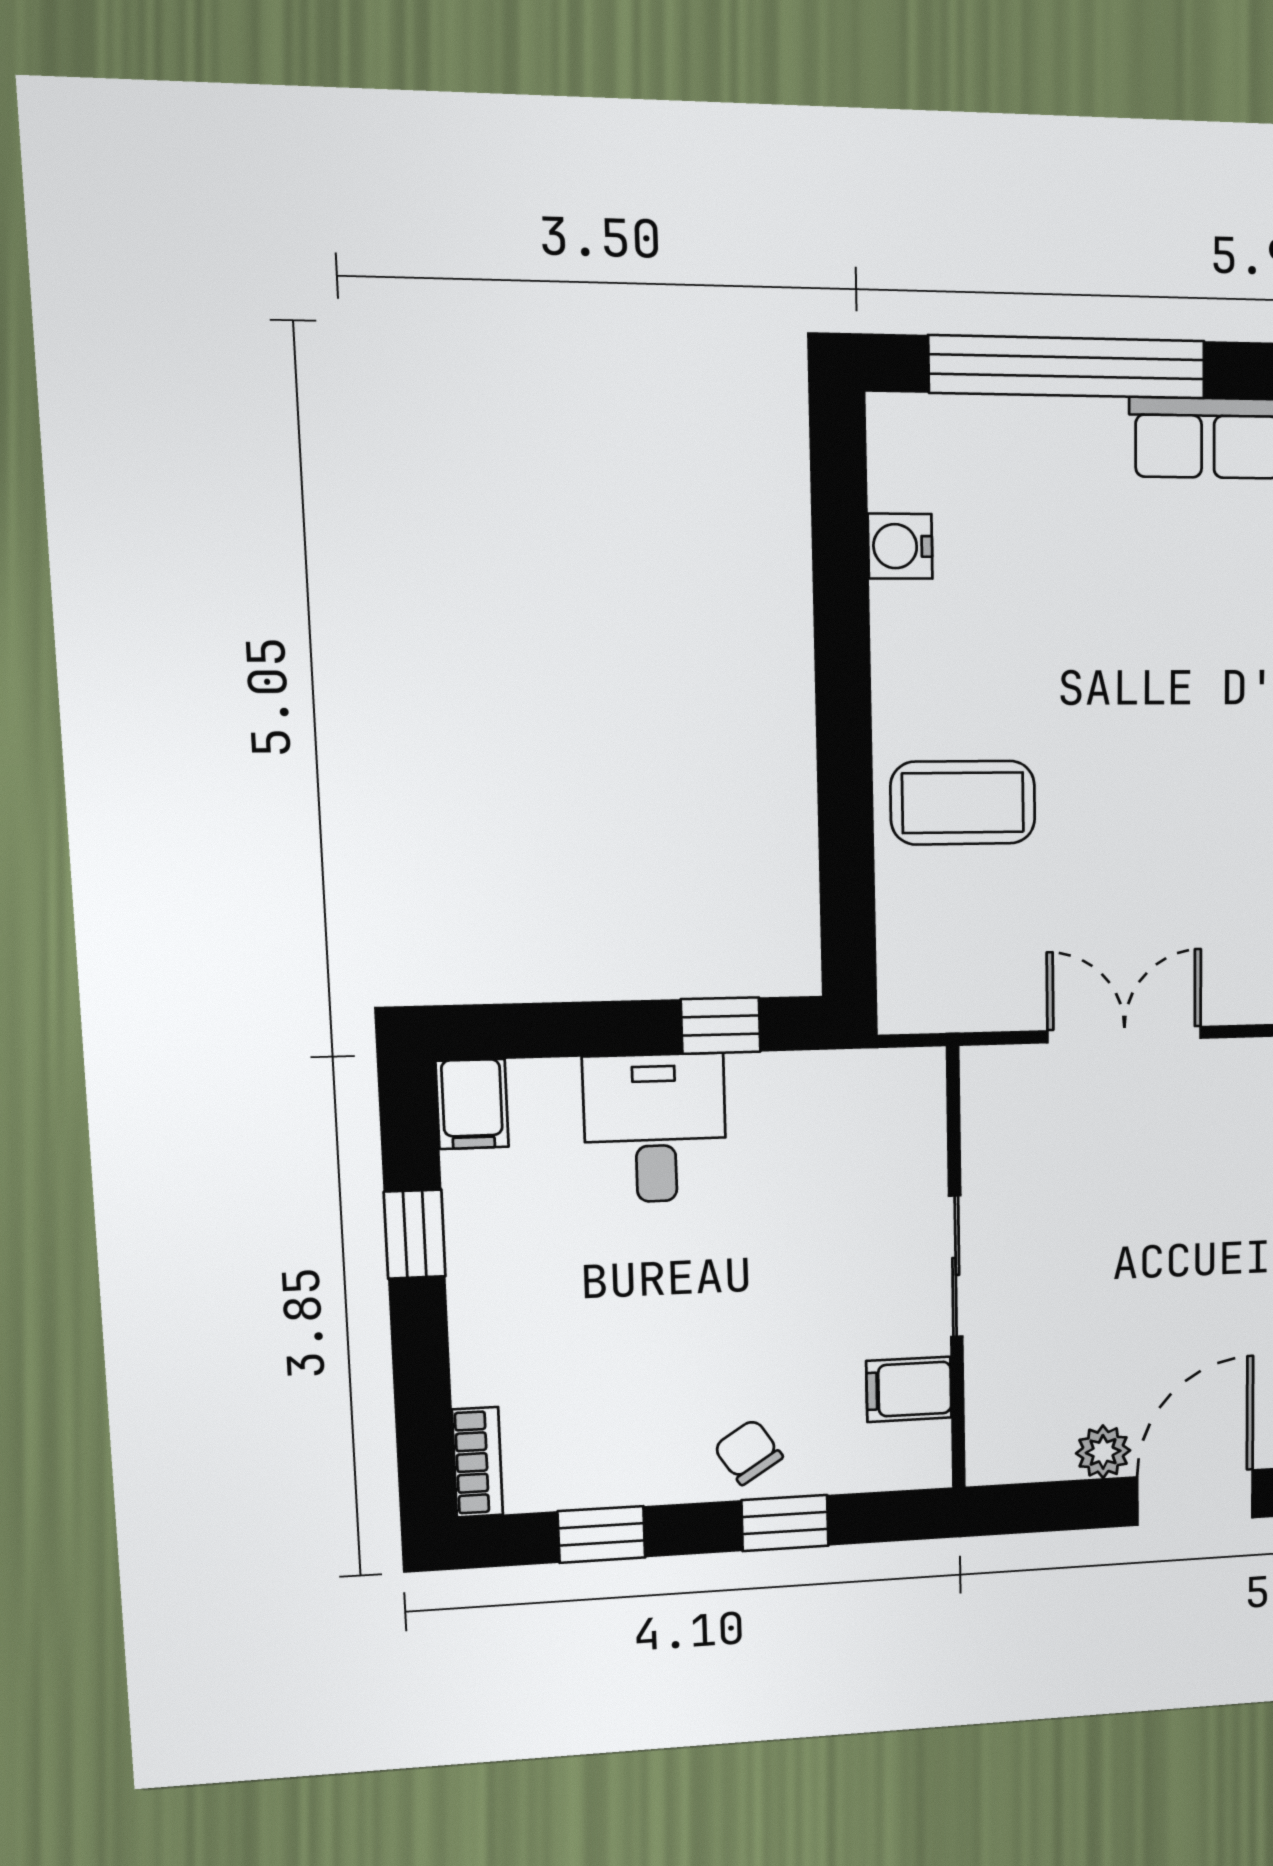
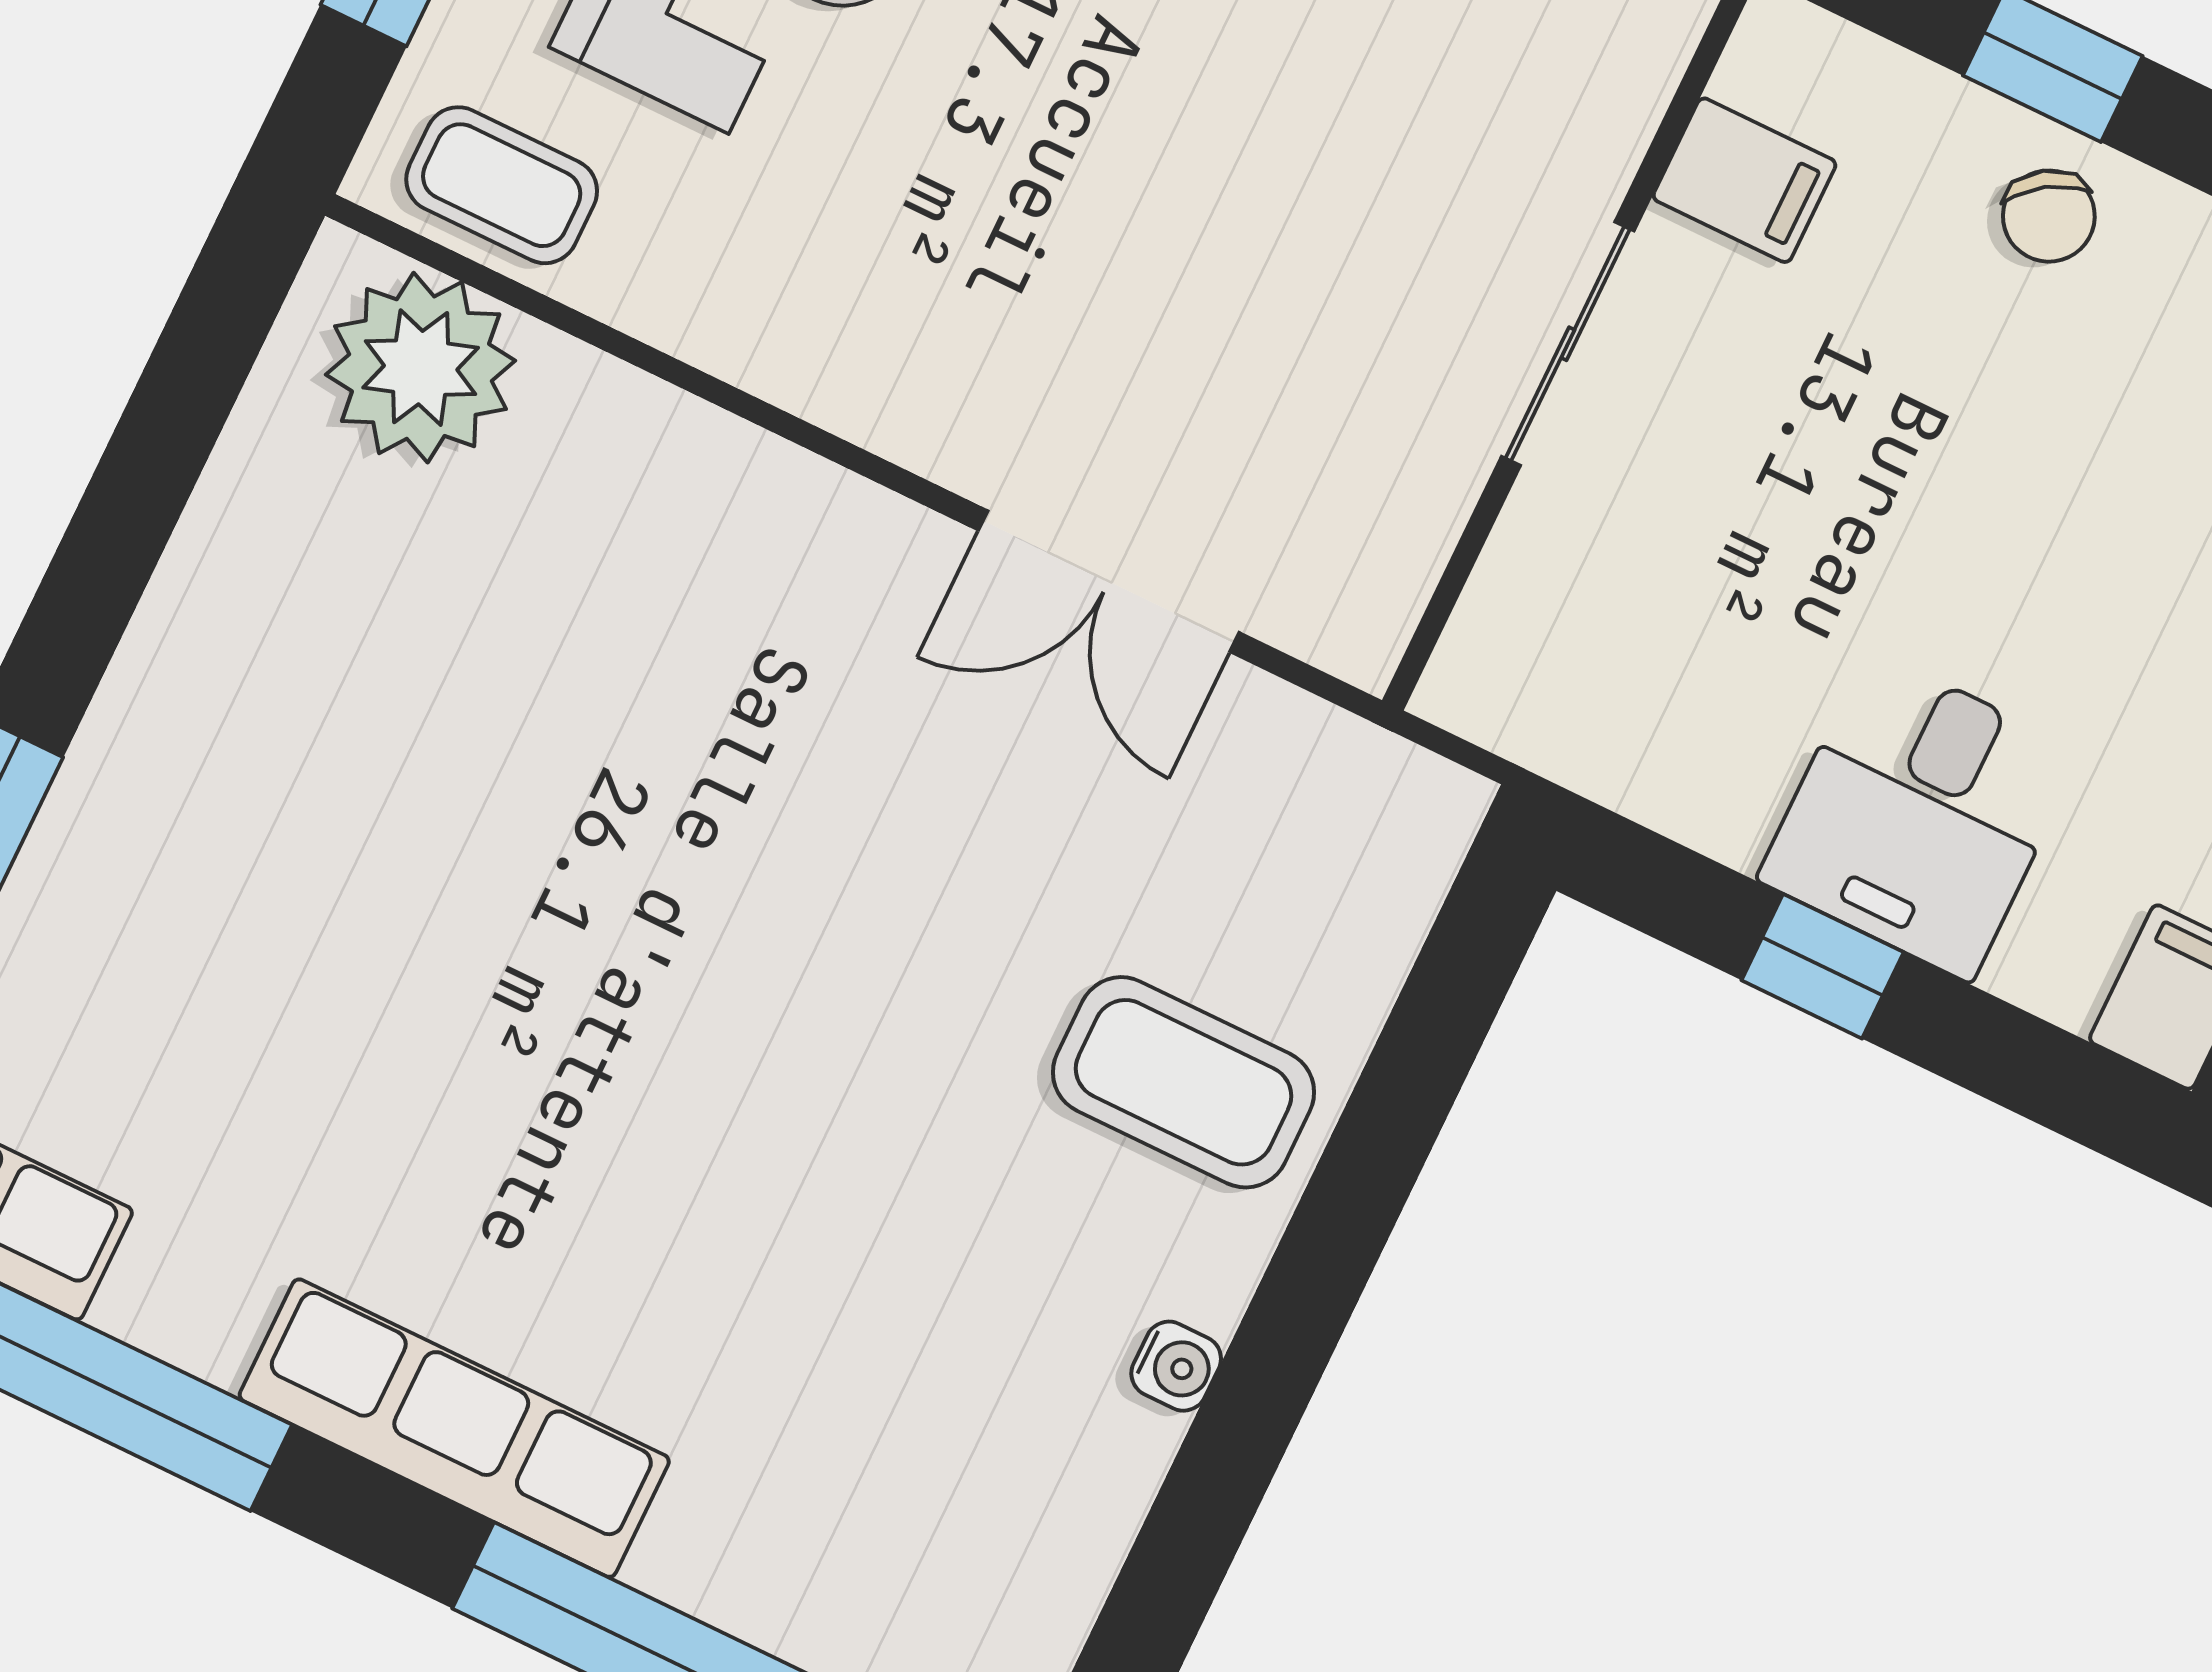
water cooler: (900, 546) -> (1176, 1366), moved, width x0.72, depth x0.72
window: (721, 1026) -> (1823, 966), moved

